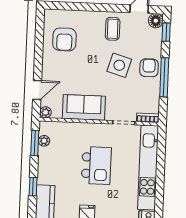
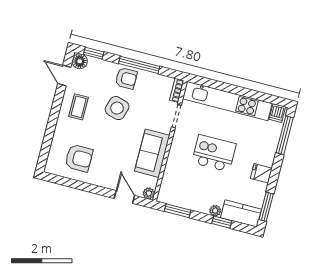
coffee table: (113, 29) -> (79, 107), turned 90
armchair: (149, 68) -> (126, 78), turned 180
plant: (44, 141) -> (215, 211), moved

